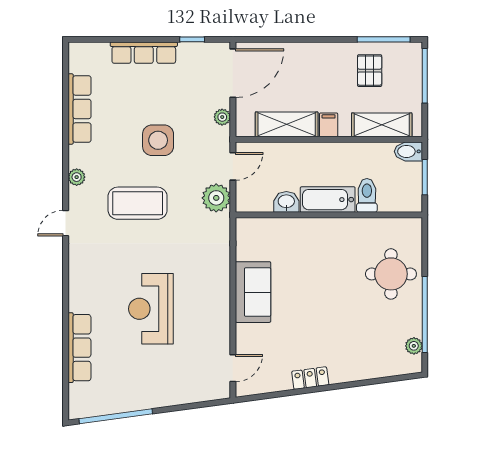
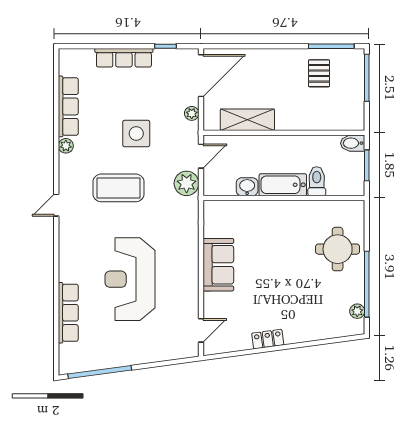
filing cabinet: (329, 125) -> (284, 120), removed
shelving: (382, 125) -> (330, 120), removed
plant: (77, 177) -> (66, 146), moved
reception desk: (151, 309) -> (130, 279), width x1.36, depth x1.30

